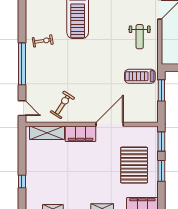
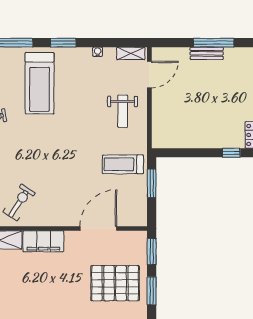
door: (110, 124) -> (98, 228), moved
pallet: (134, 165) -> (115, 283), turned 90

